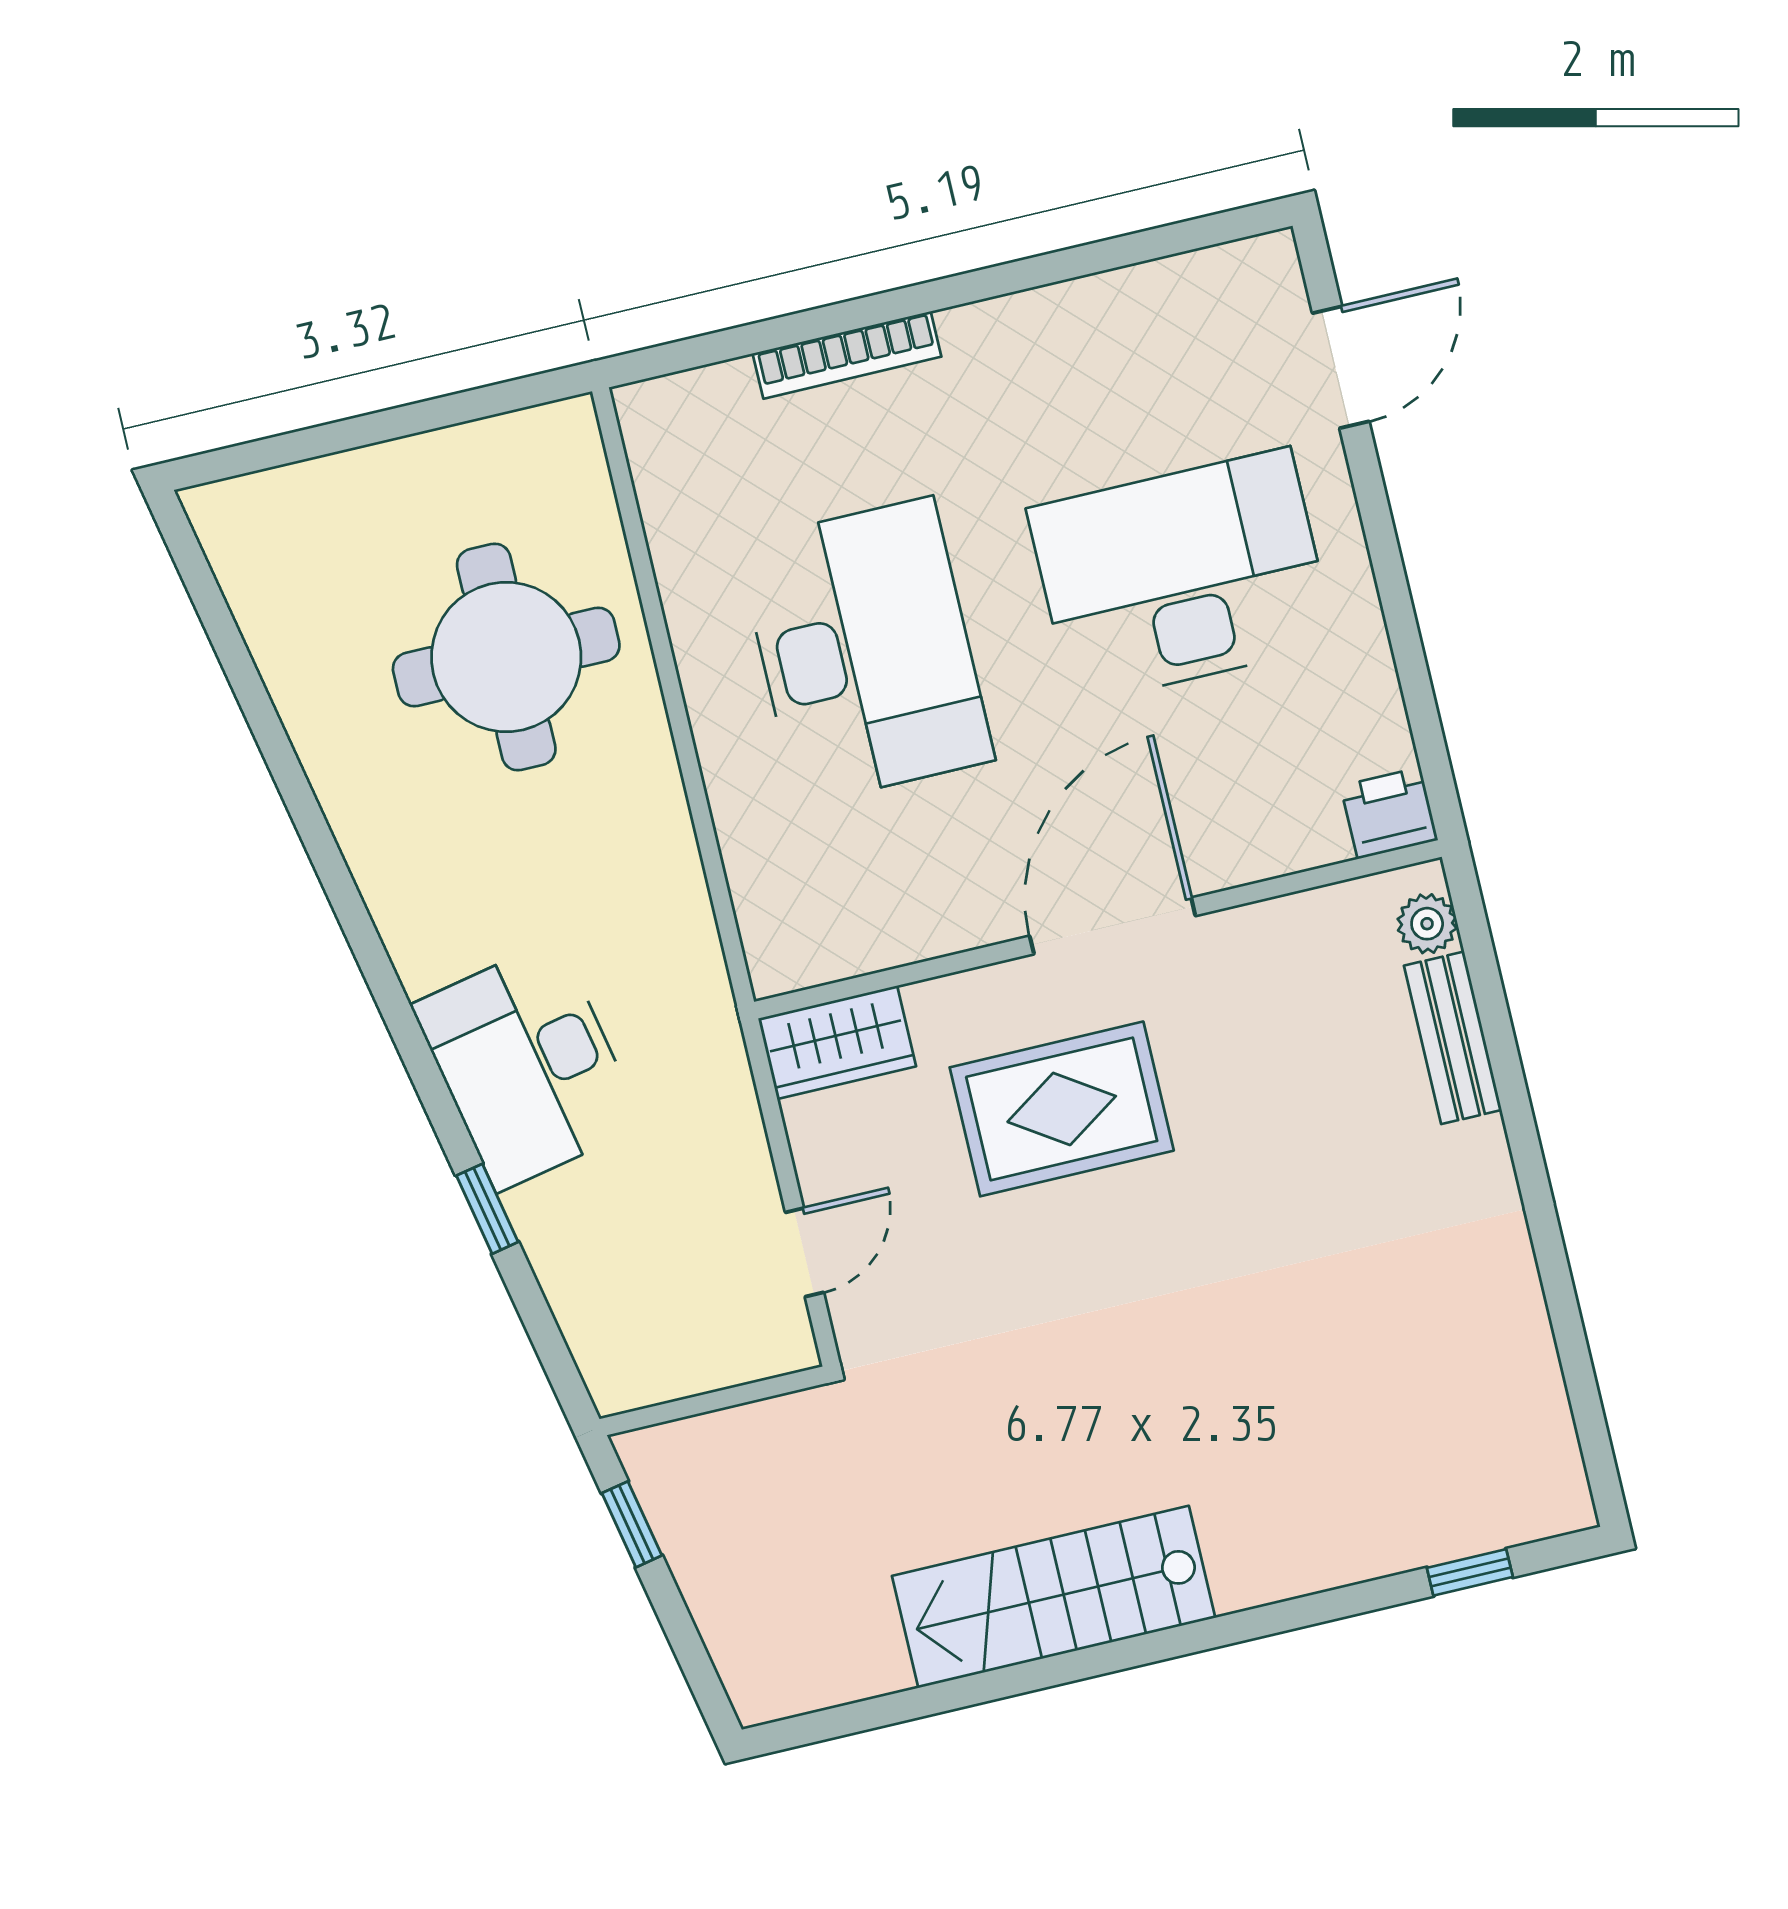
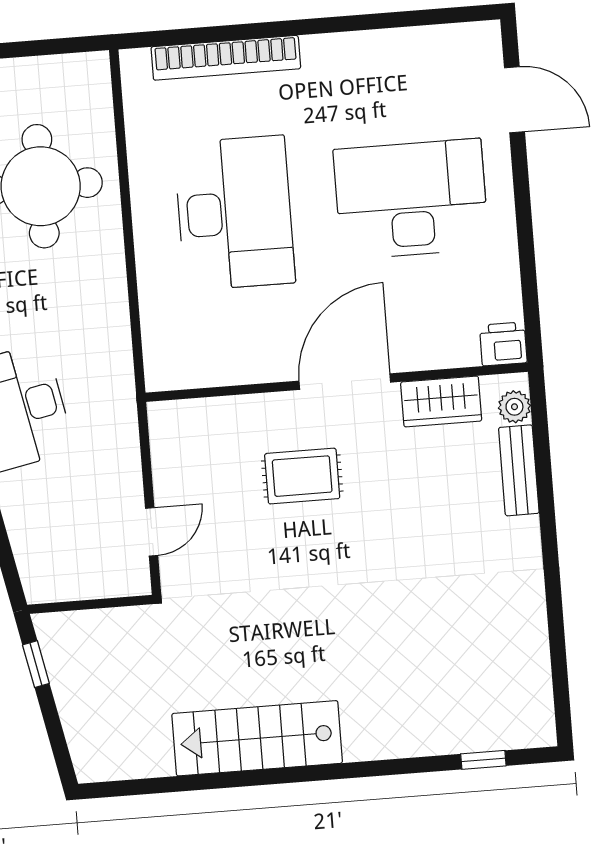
bookcase: (847, 355) -> (226, 58), width x1.48, depth x1.31
door: (1341, 367) -> (514, 100), hinge flipped
wardrobe: (837, 1042) -> (441, 401), moved
rug: (1062, 1109) -> (302, 476), width x0.73, depth x0.70

